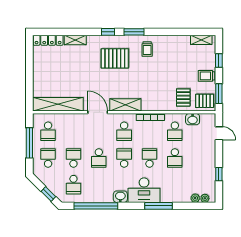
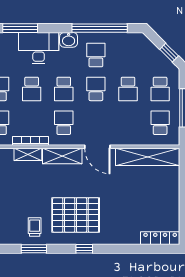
window: (134, 32) -> (34, 249), moved
shelving: (75, 40) -> (28, 154), moved
pallet: (115, 58) -> (76, 215), width x1.37, depth x1.41
school desk: (73, 185) -> (96, 55), moved
window: (48, 194) -> (169, 53), moved

